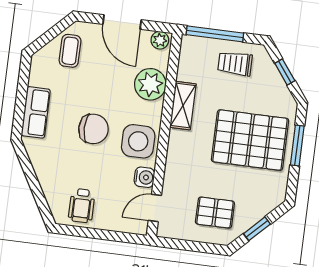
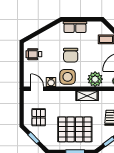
pallet: (250, 140) -> (75, 129), turned 90

